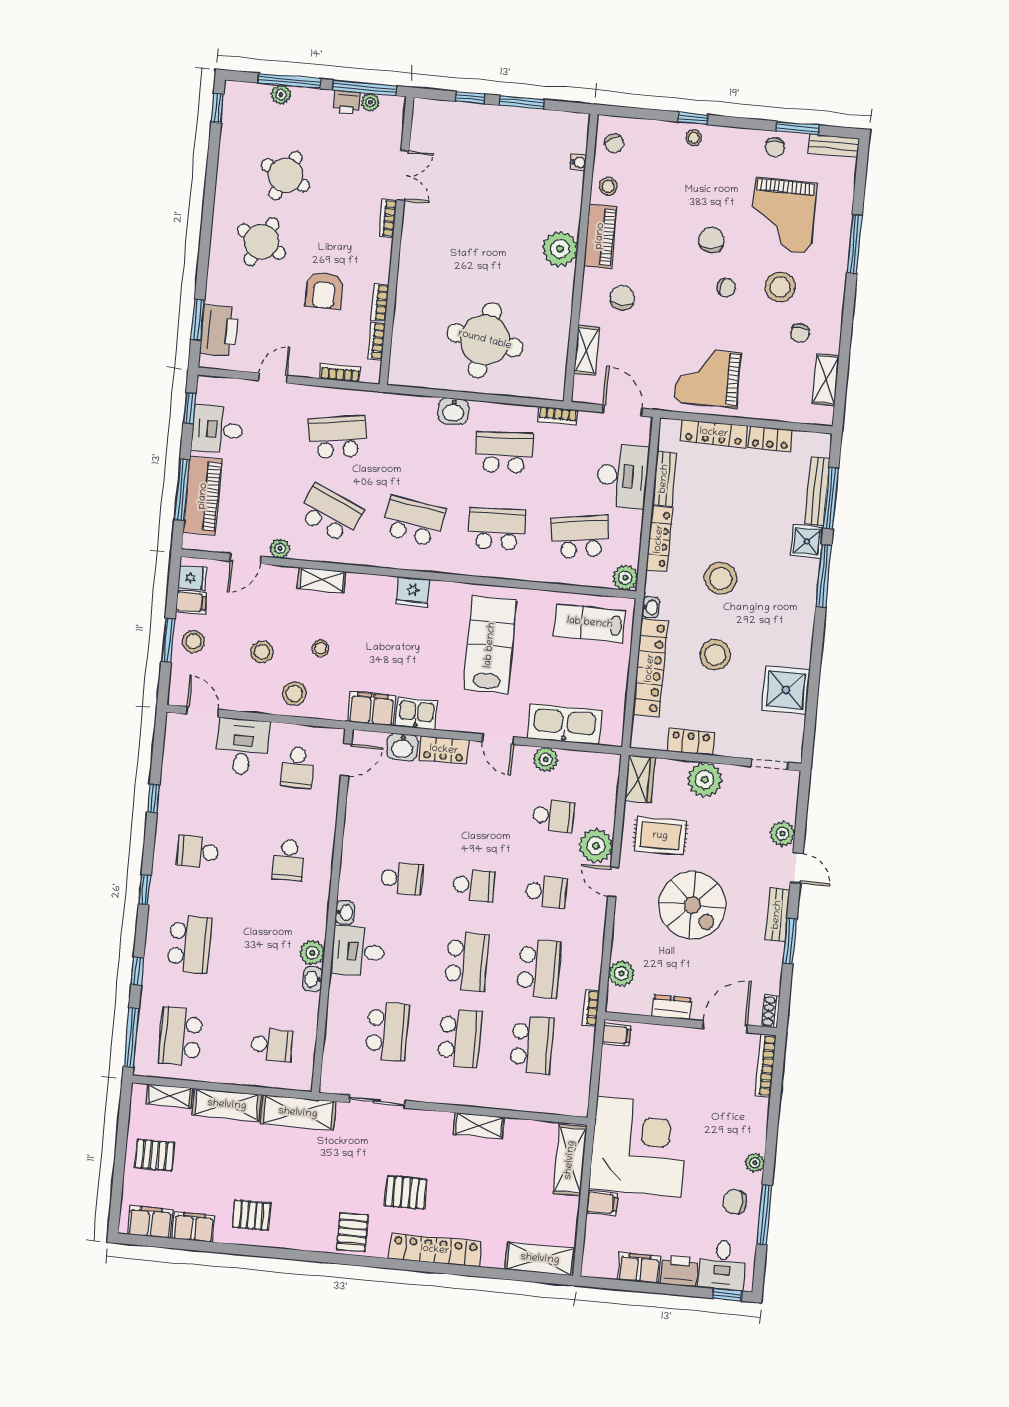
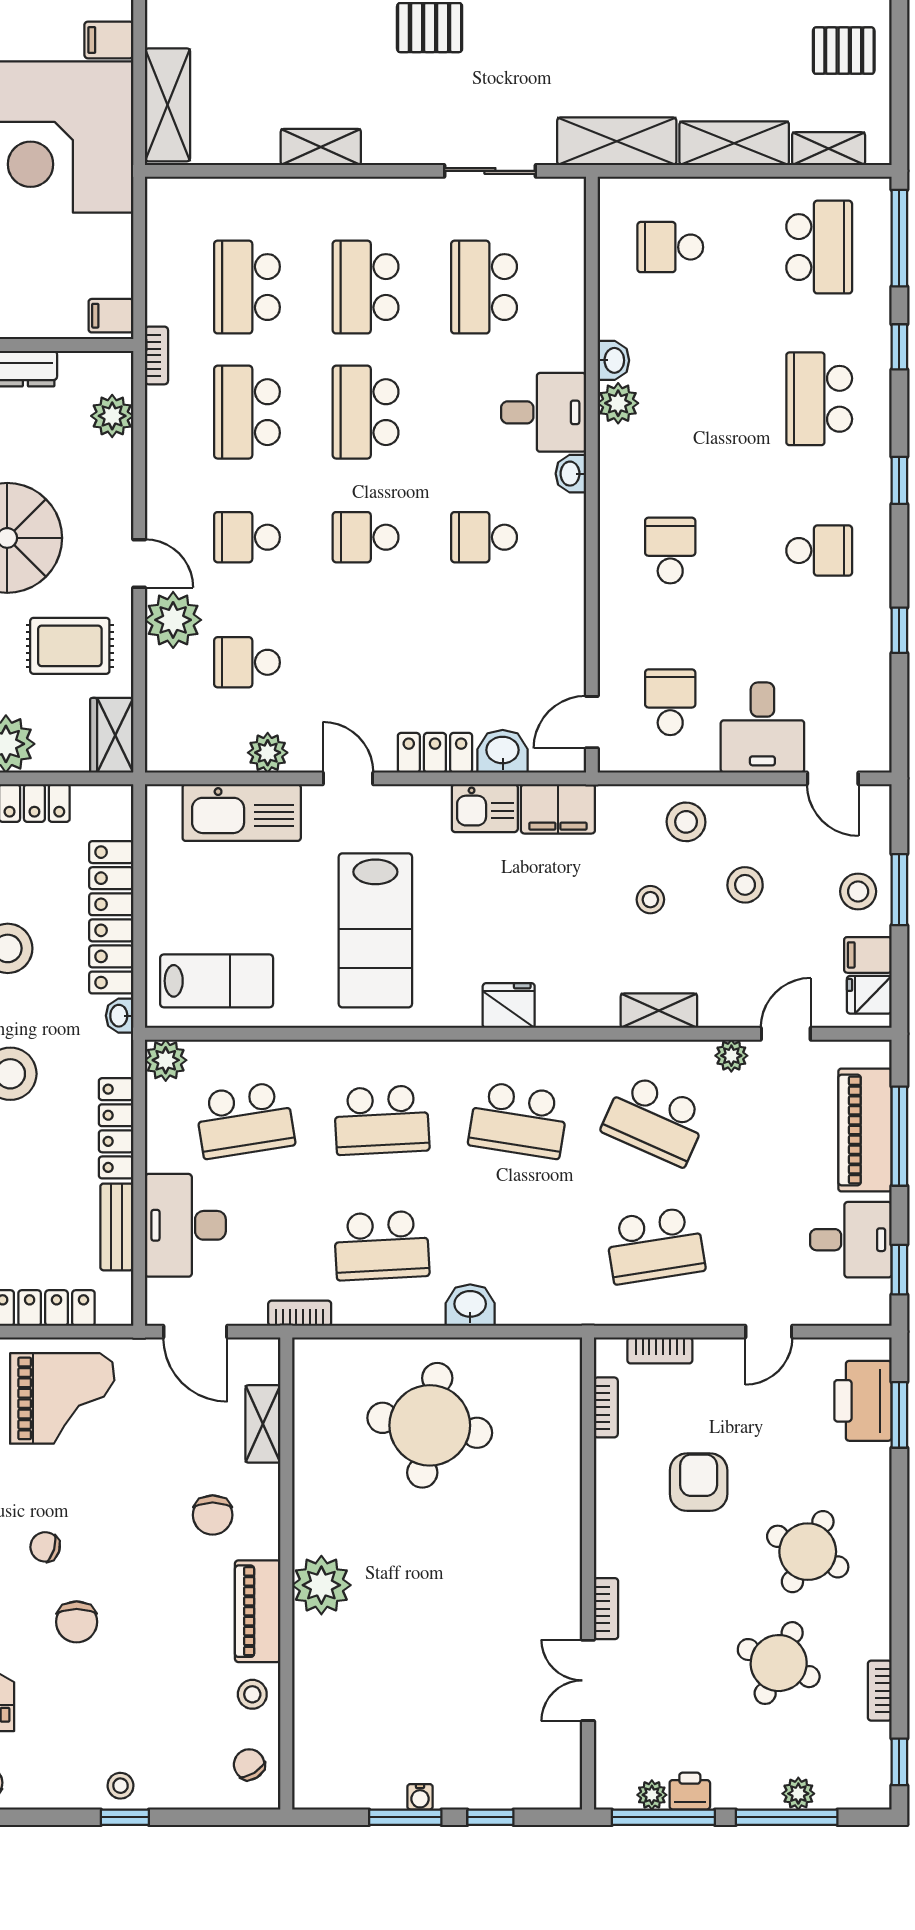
water cooler: (578, 162) -> (420, 1797), moved, turned -90
bookcase: (380, 303) -> (880, 1691), moved, turned 180

